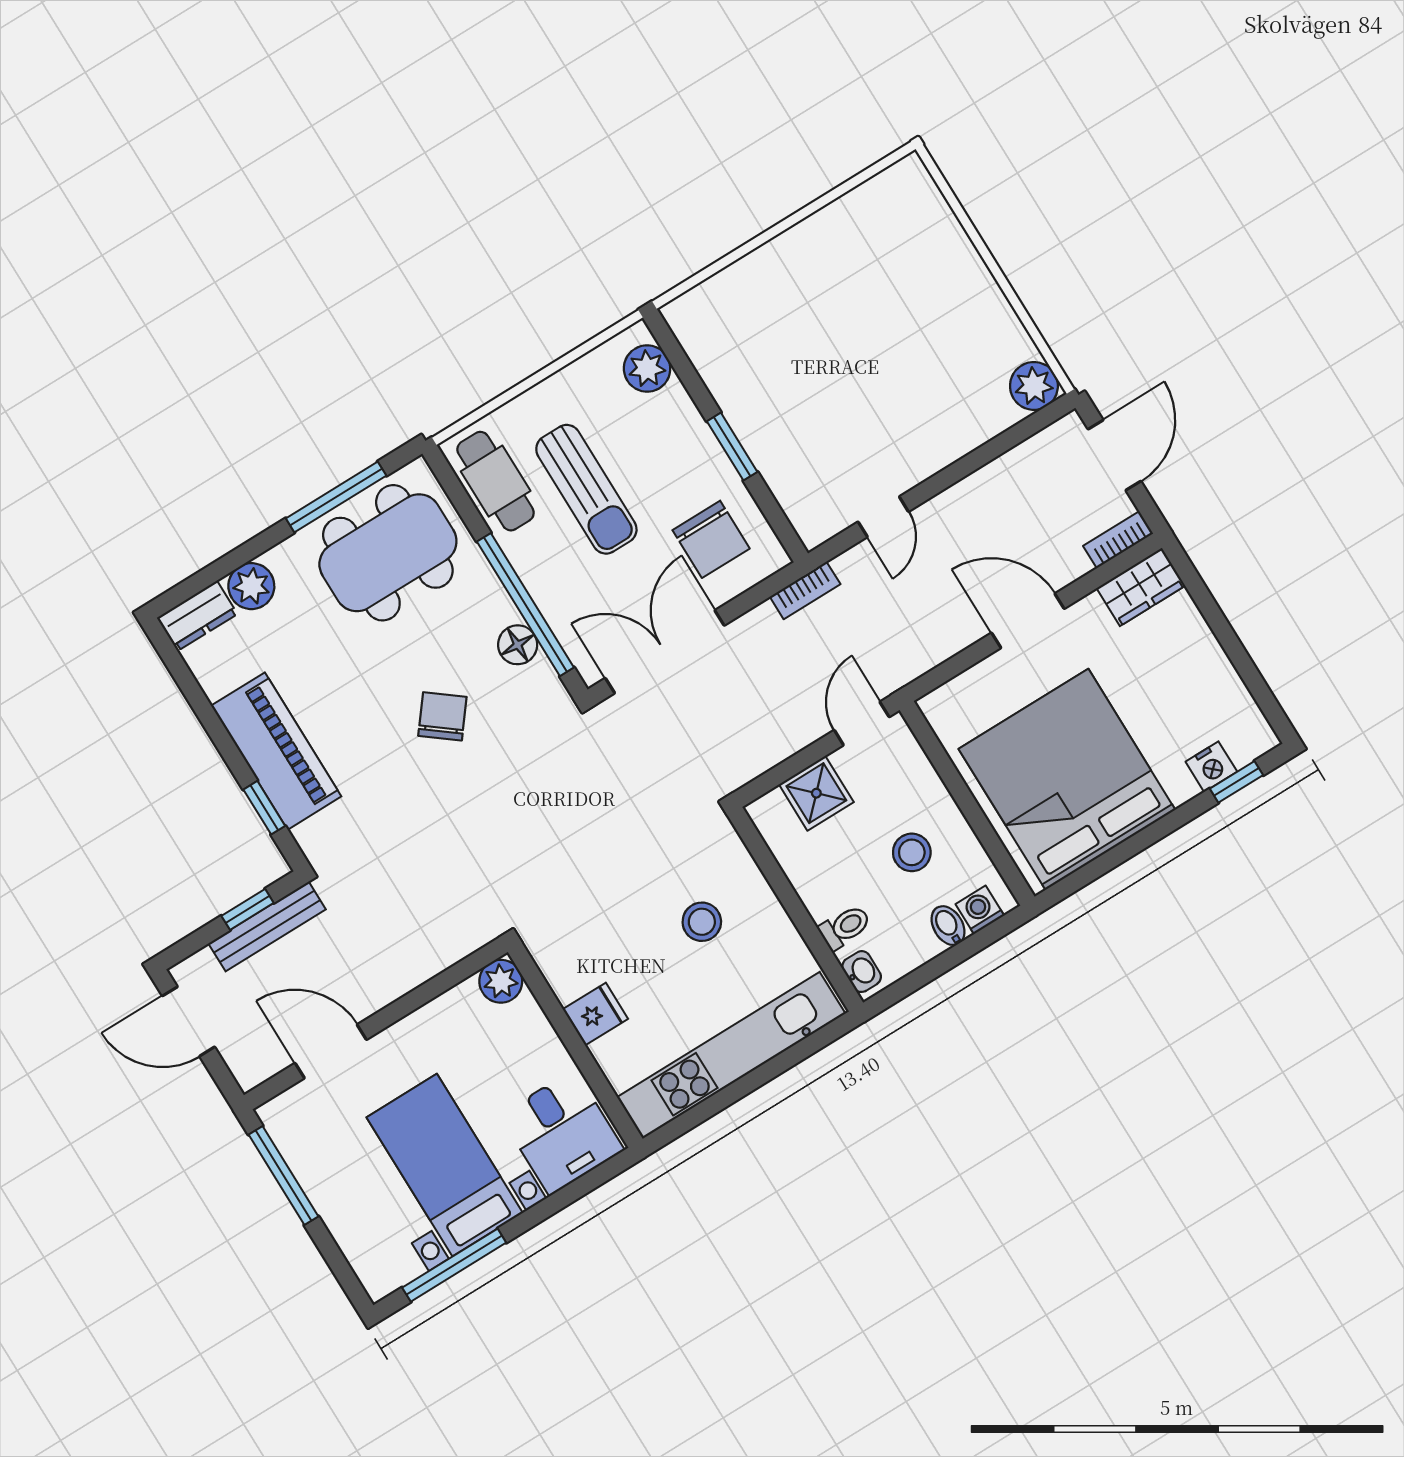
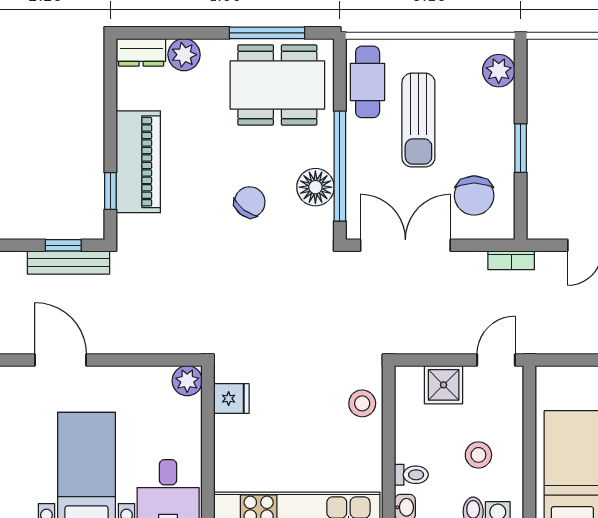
floor lamp: (518, 645) -> (315, 187), width x1.38, depth x1.38
stool: (702, 922) -> (362, 403), moved
fridge: (595, 1014) -> (231, 399), moved

